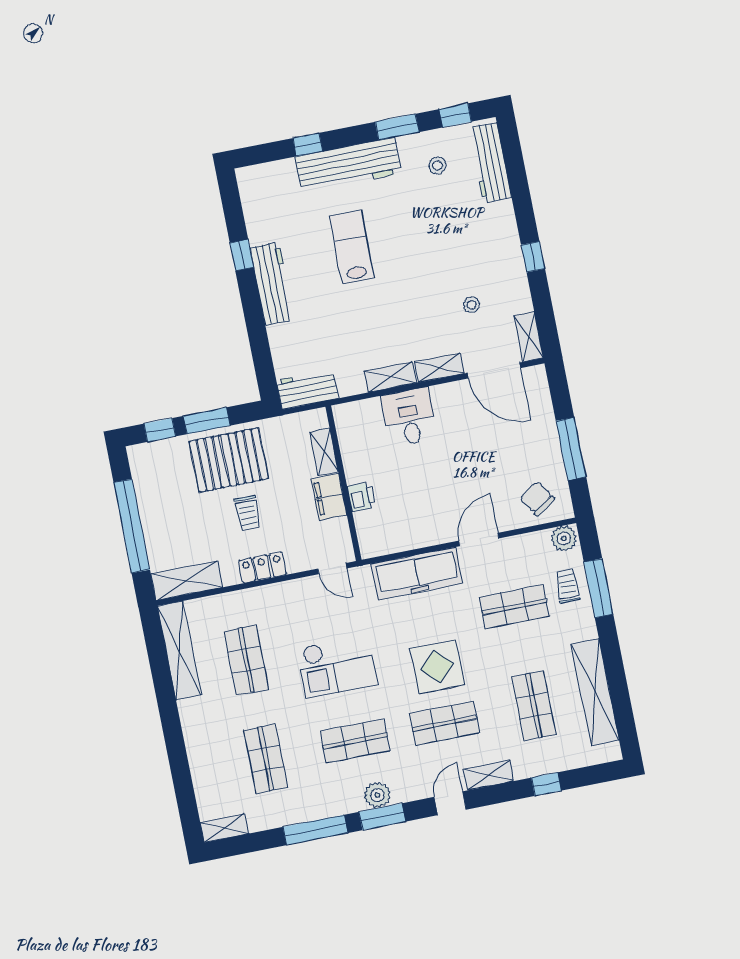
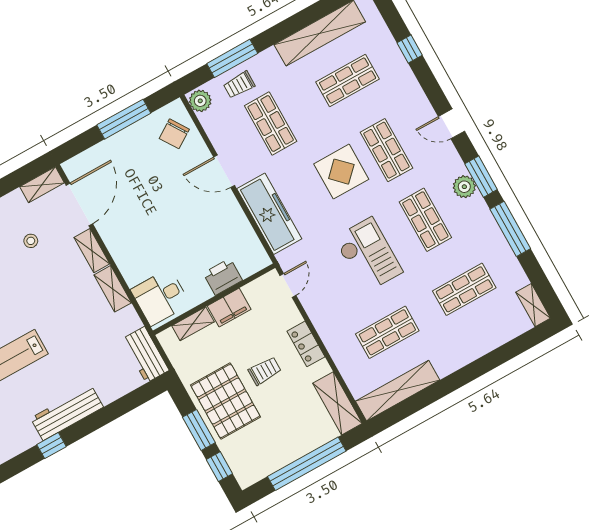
desk: (409, 417) -> (160, 297), moved
printer: (361, 497) -> (223, 277), width x1.36, depth x1.24
shelving: (489, 775) -> (418, 99), removed

